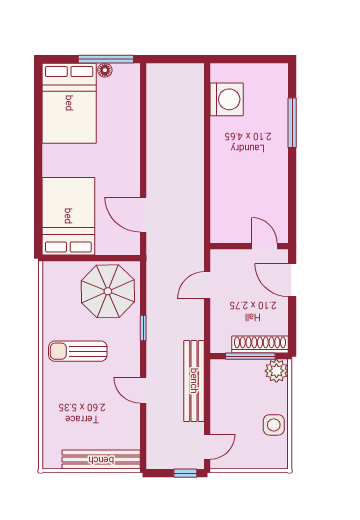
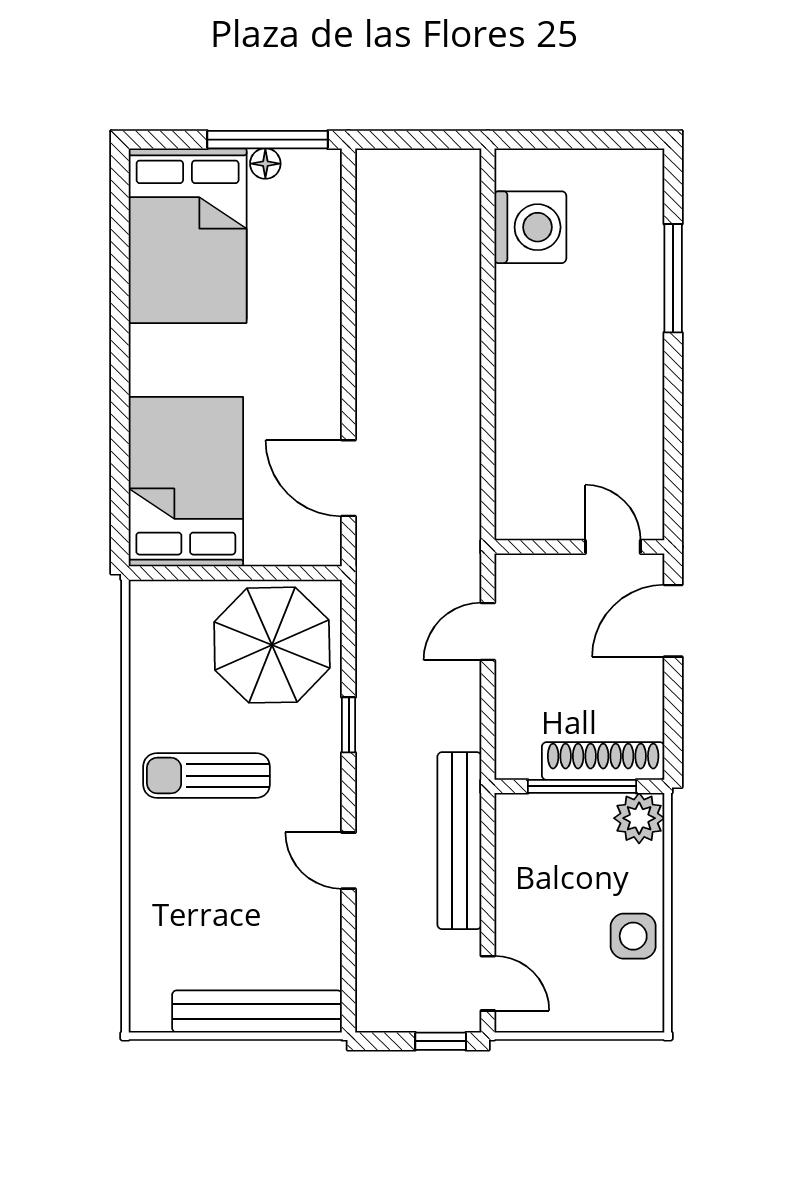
door: (292, 280) -> (673, 621), hinge flipped
door: (207, 447) -> (488, 983), hinge flipped

